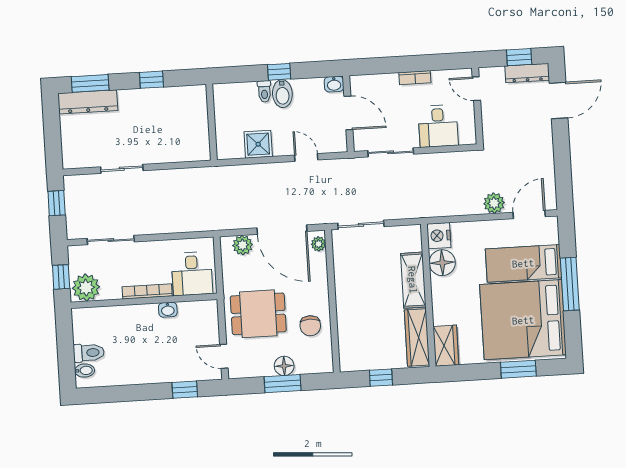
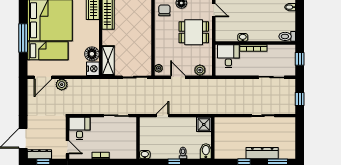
bidet: (282, 94) -> (206, 151), moved
dresser: (88, 102) -> (262, 153), moved
door: (348, 113) -> (138, 138), removed
desk: (438, 126) -> (79, 128), moved
shower: (258, 144) -> (204, 124), moved
door: (306, 158) -> (162, 116), swing flipped
door: (282, 230) -> (178, 77), width x0.53
shelving: (413, 280) -> (108, 61), moved
plant: (86, 288) -> (287, 52), removed
chair: (310, 326) -> (164, 10), moved
toilet: (89, 353) -> (287, 36), moved

